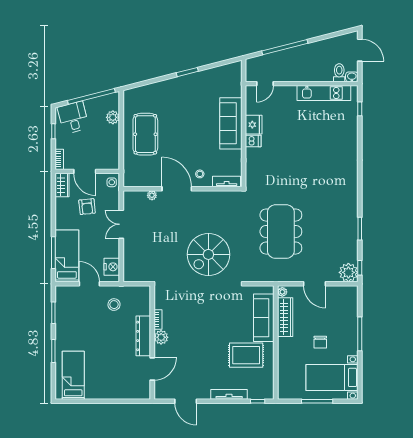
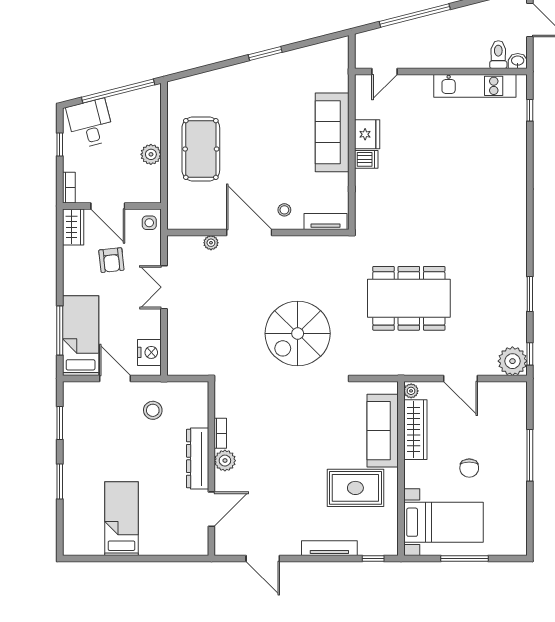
plant: (113, 117) -> (151, 154), moved
dining table: (281, 232) -> (409, 298), turned 90
bed: (73, 375) -> (121, 519), moved
bed with nightstands: (332, 377) -> (443, 522), moved, turned 180

